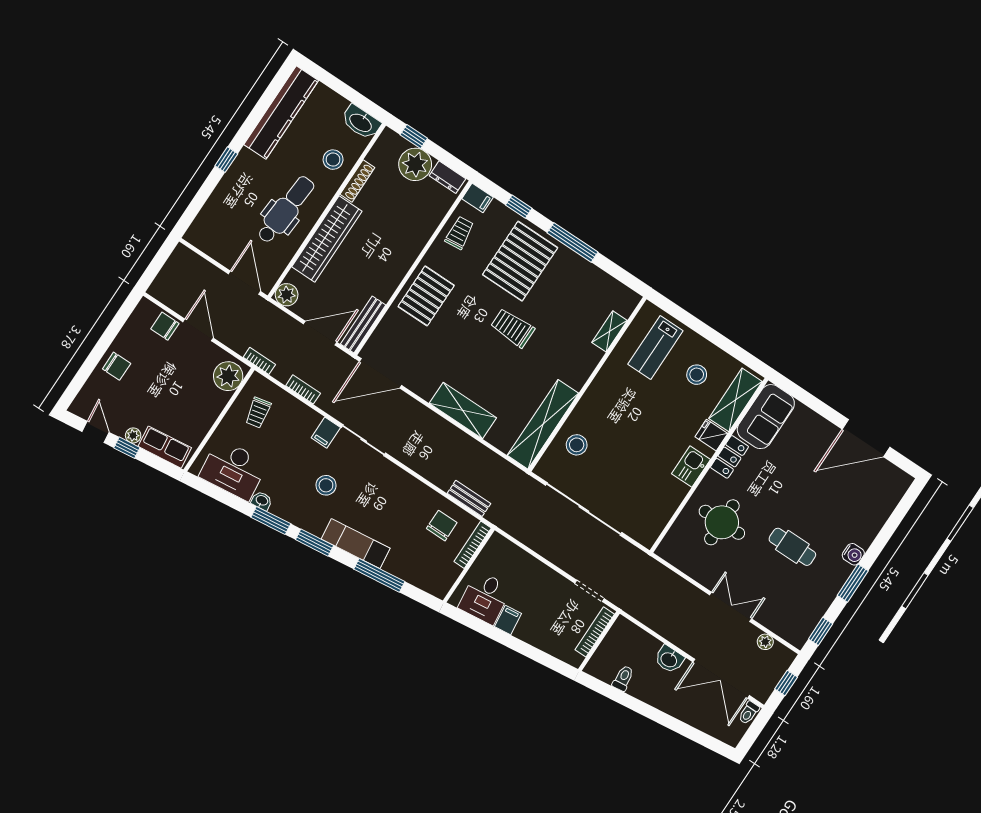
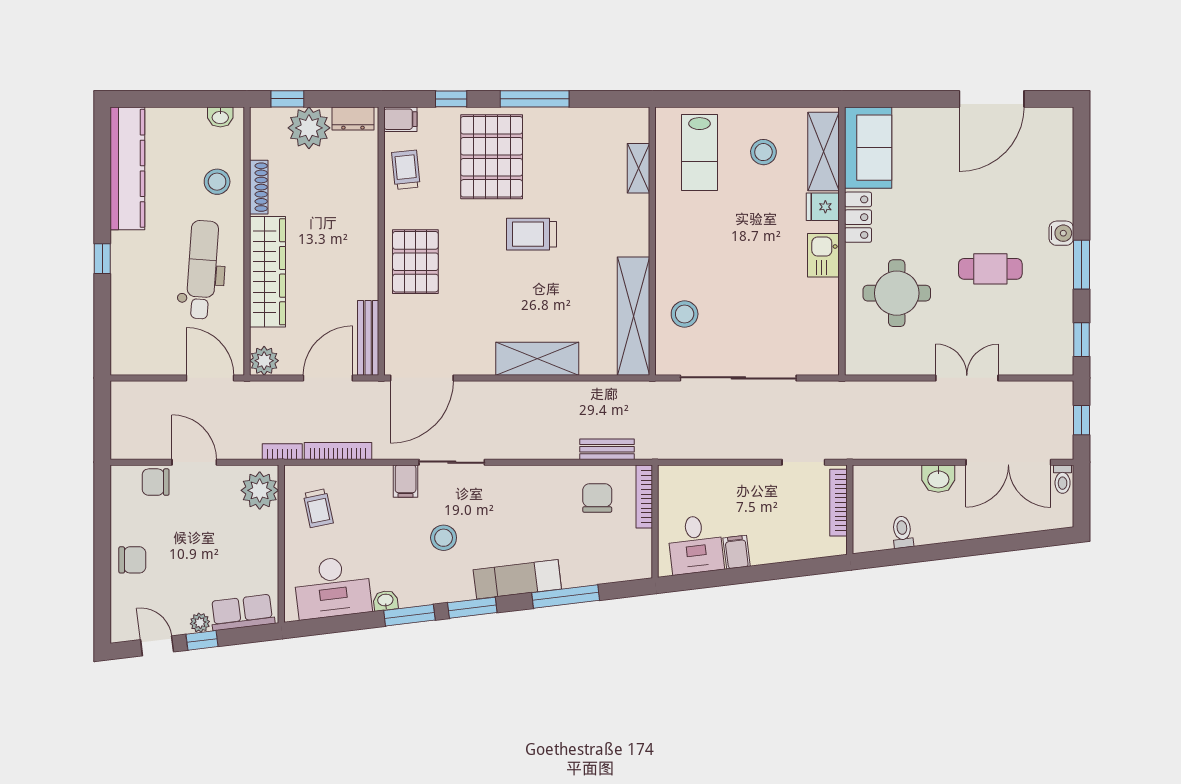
washbasin: (361, 122) -> (220, 117), width x0.52, depth x0.69
bookcase: (303, 389) -> (338, 451), width x1.56
plant: (765, 642) -> (1029, 391), removed

